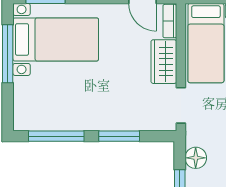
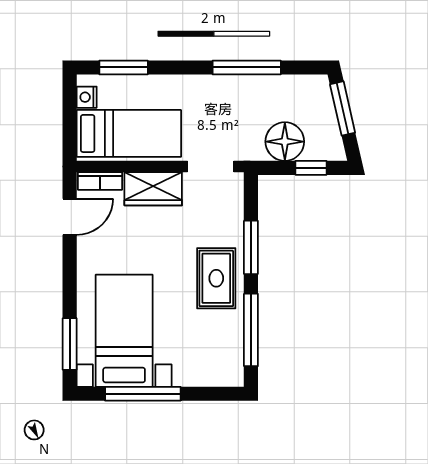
rug: (96, 110) -> (216, 278), added
floor lamp: (196, 158) -> (285, 142), width x1.38, depth x1.38

